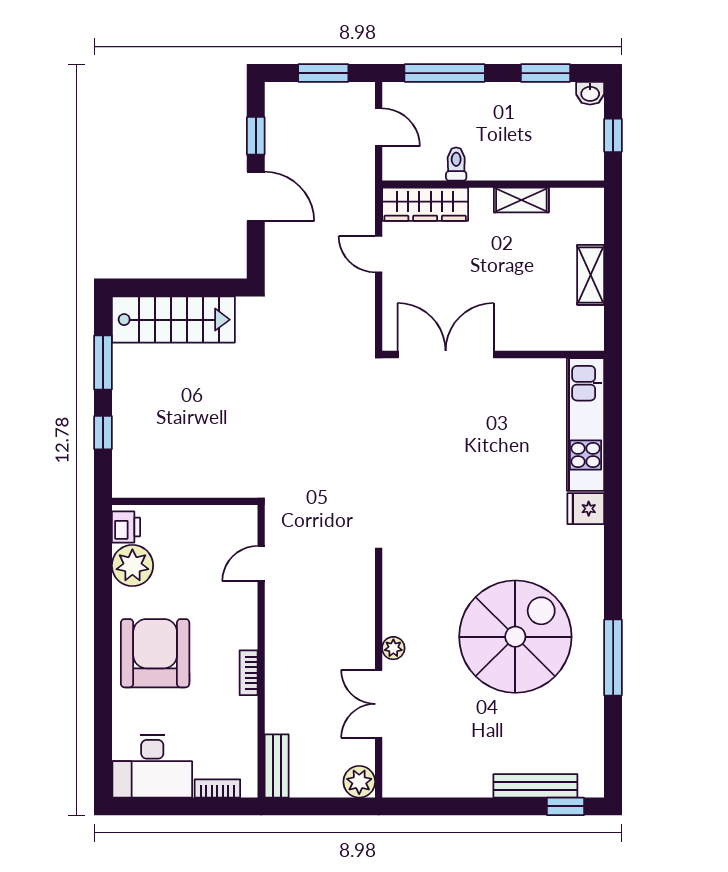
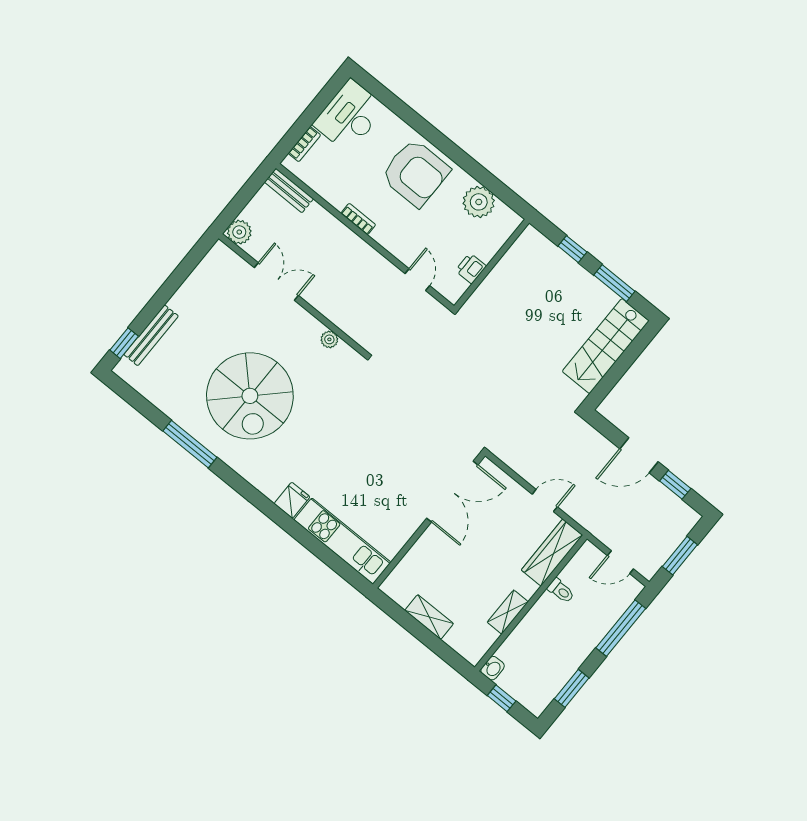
washbasin: (590, 93) -> (493, 668), moved, turned 180
printer: (126, 527) -> (471, 268), moved, turned 90
plant: (393, 648) -> (329, 339), moved

